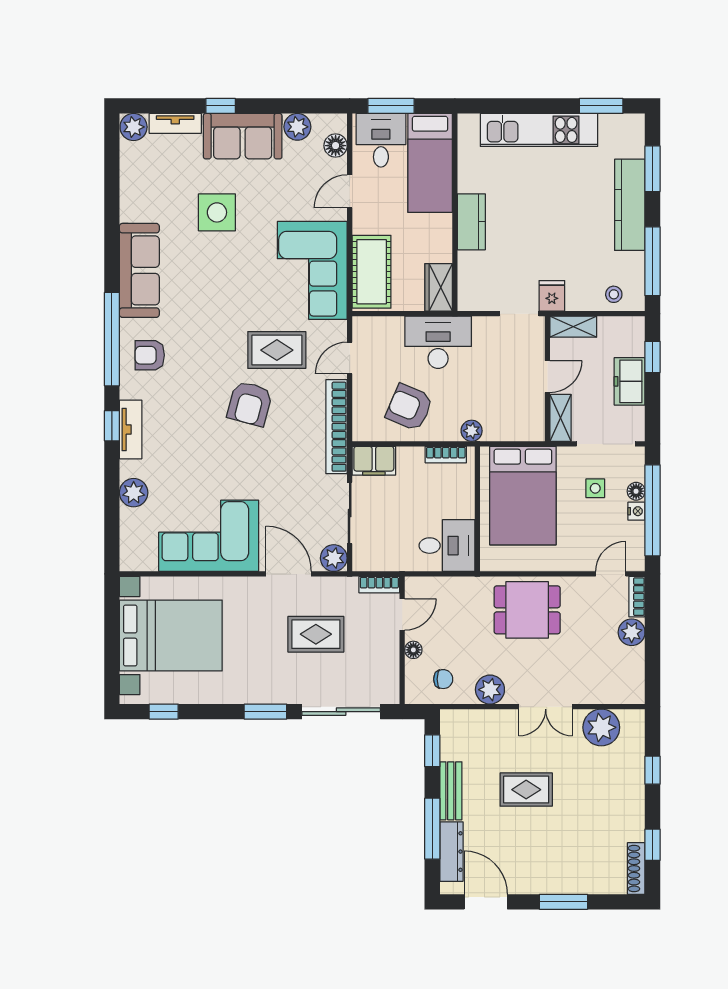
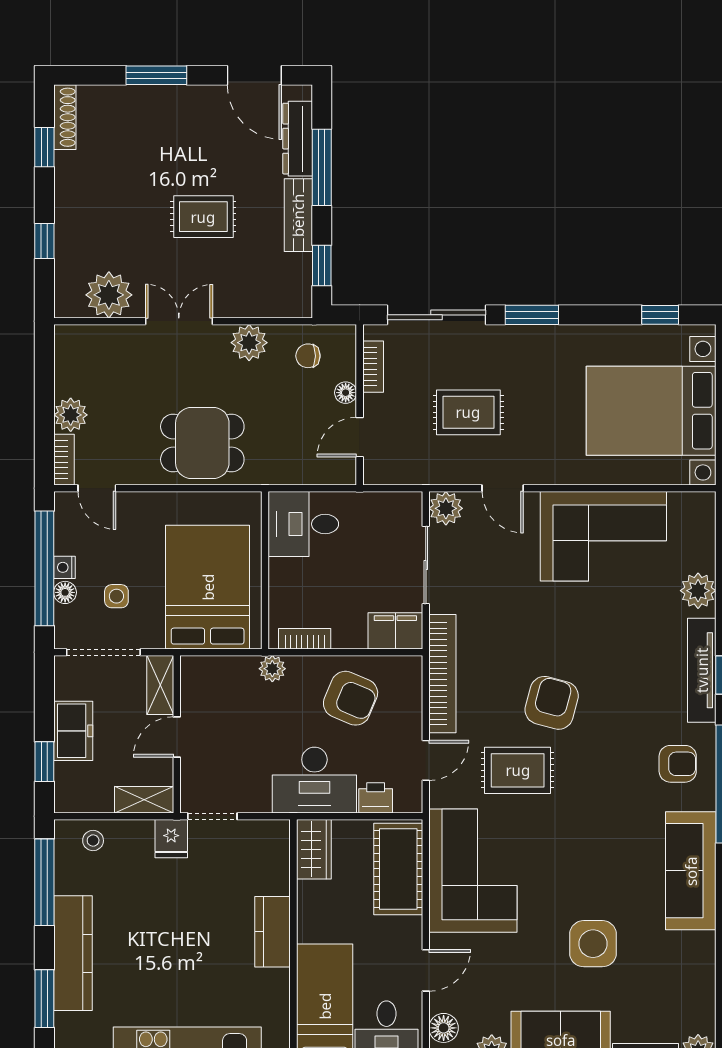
printer: (389, 328) -> (376, 798), added
tv unit: (131, 429) -> (702, 670), width x1.41
door: (289, 574) -> (503, 488), width x0.73
door: (611, 574) -> (97, 488), hinge flipped
bookcase: (379, 585) -> (373, 367), moved, turned 90

